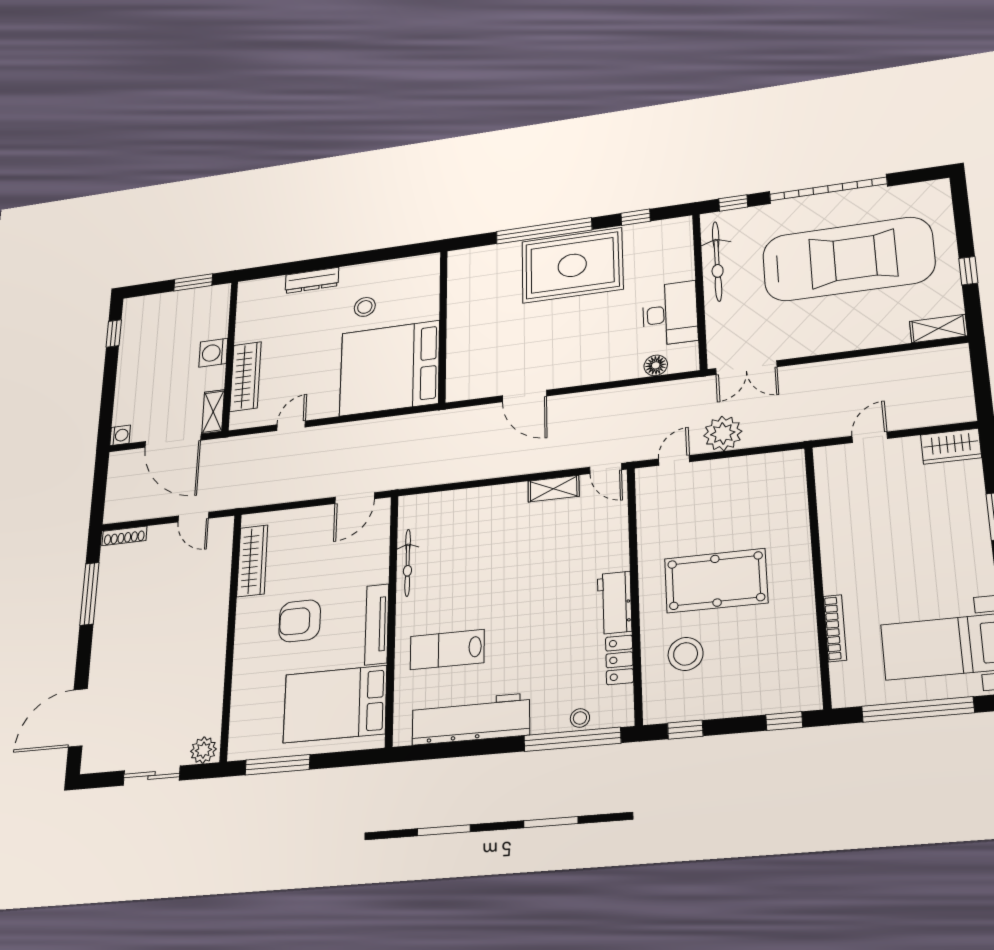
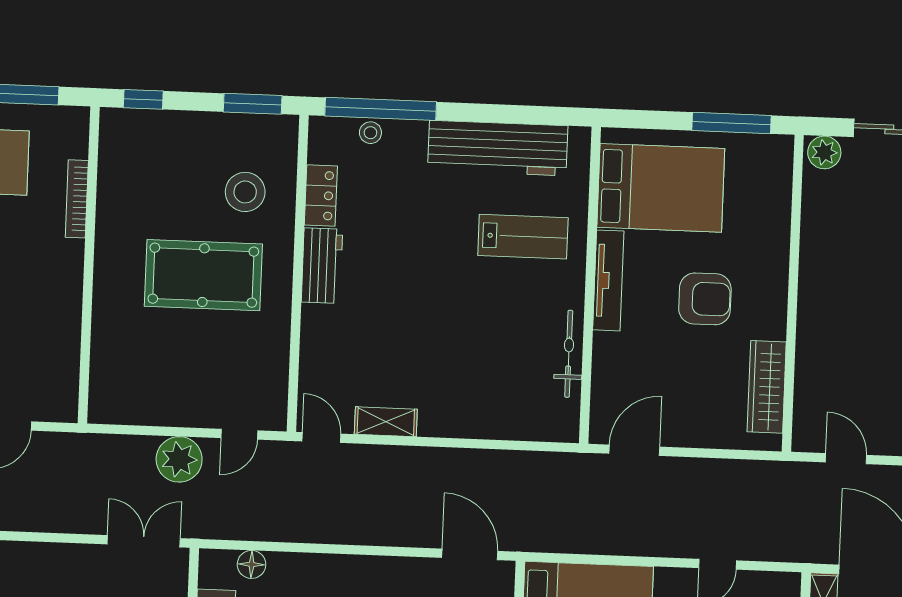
door: (524, 396) -> (470, 554), moved
window: (685, 730) -> (253, 104), width x1.50

